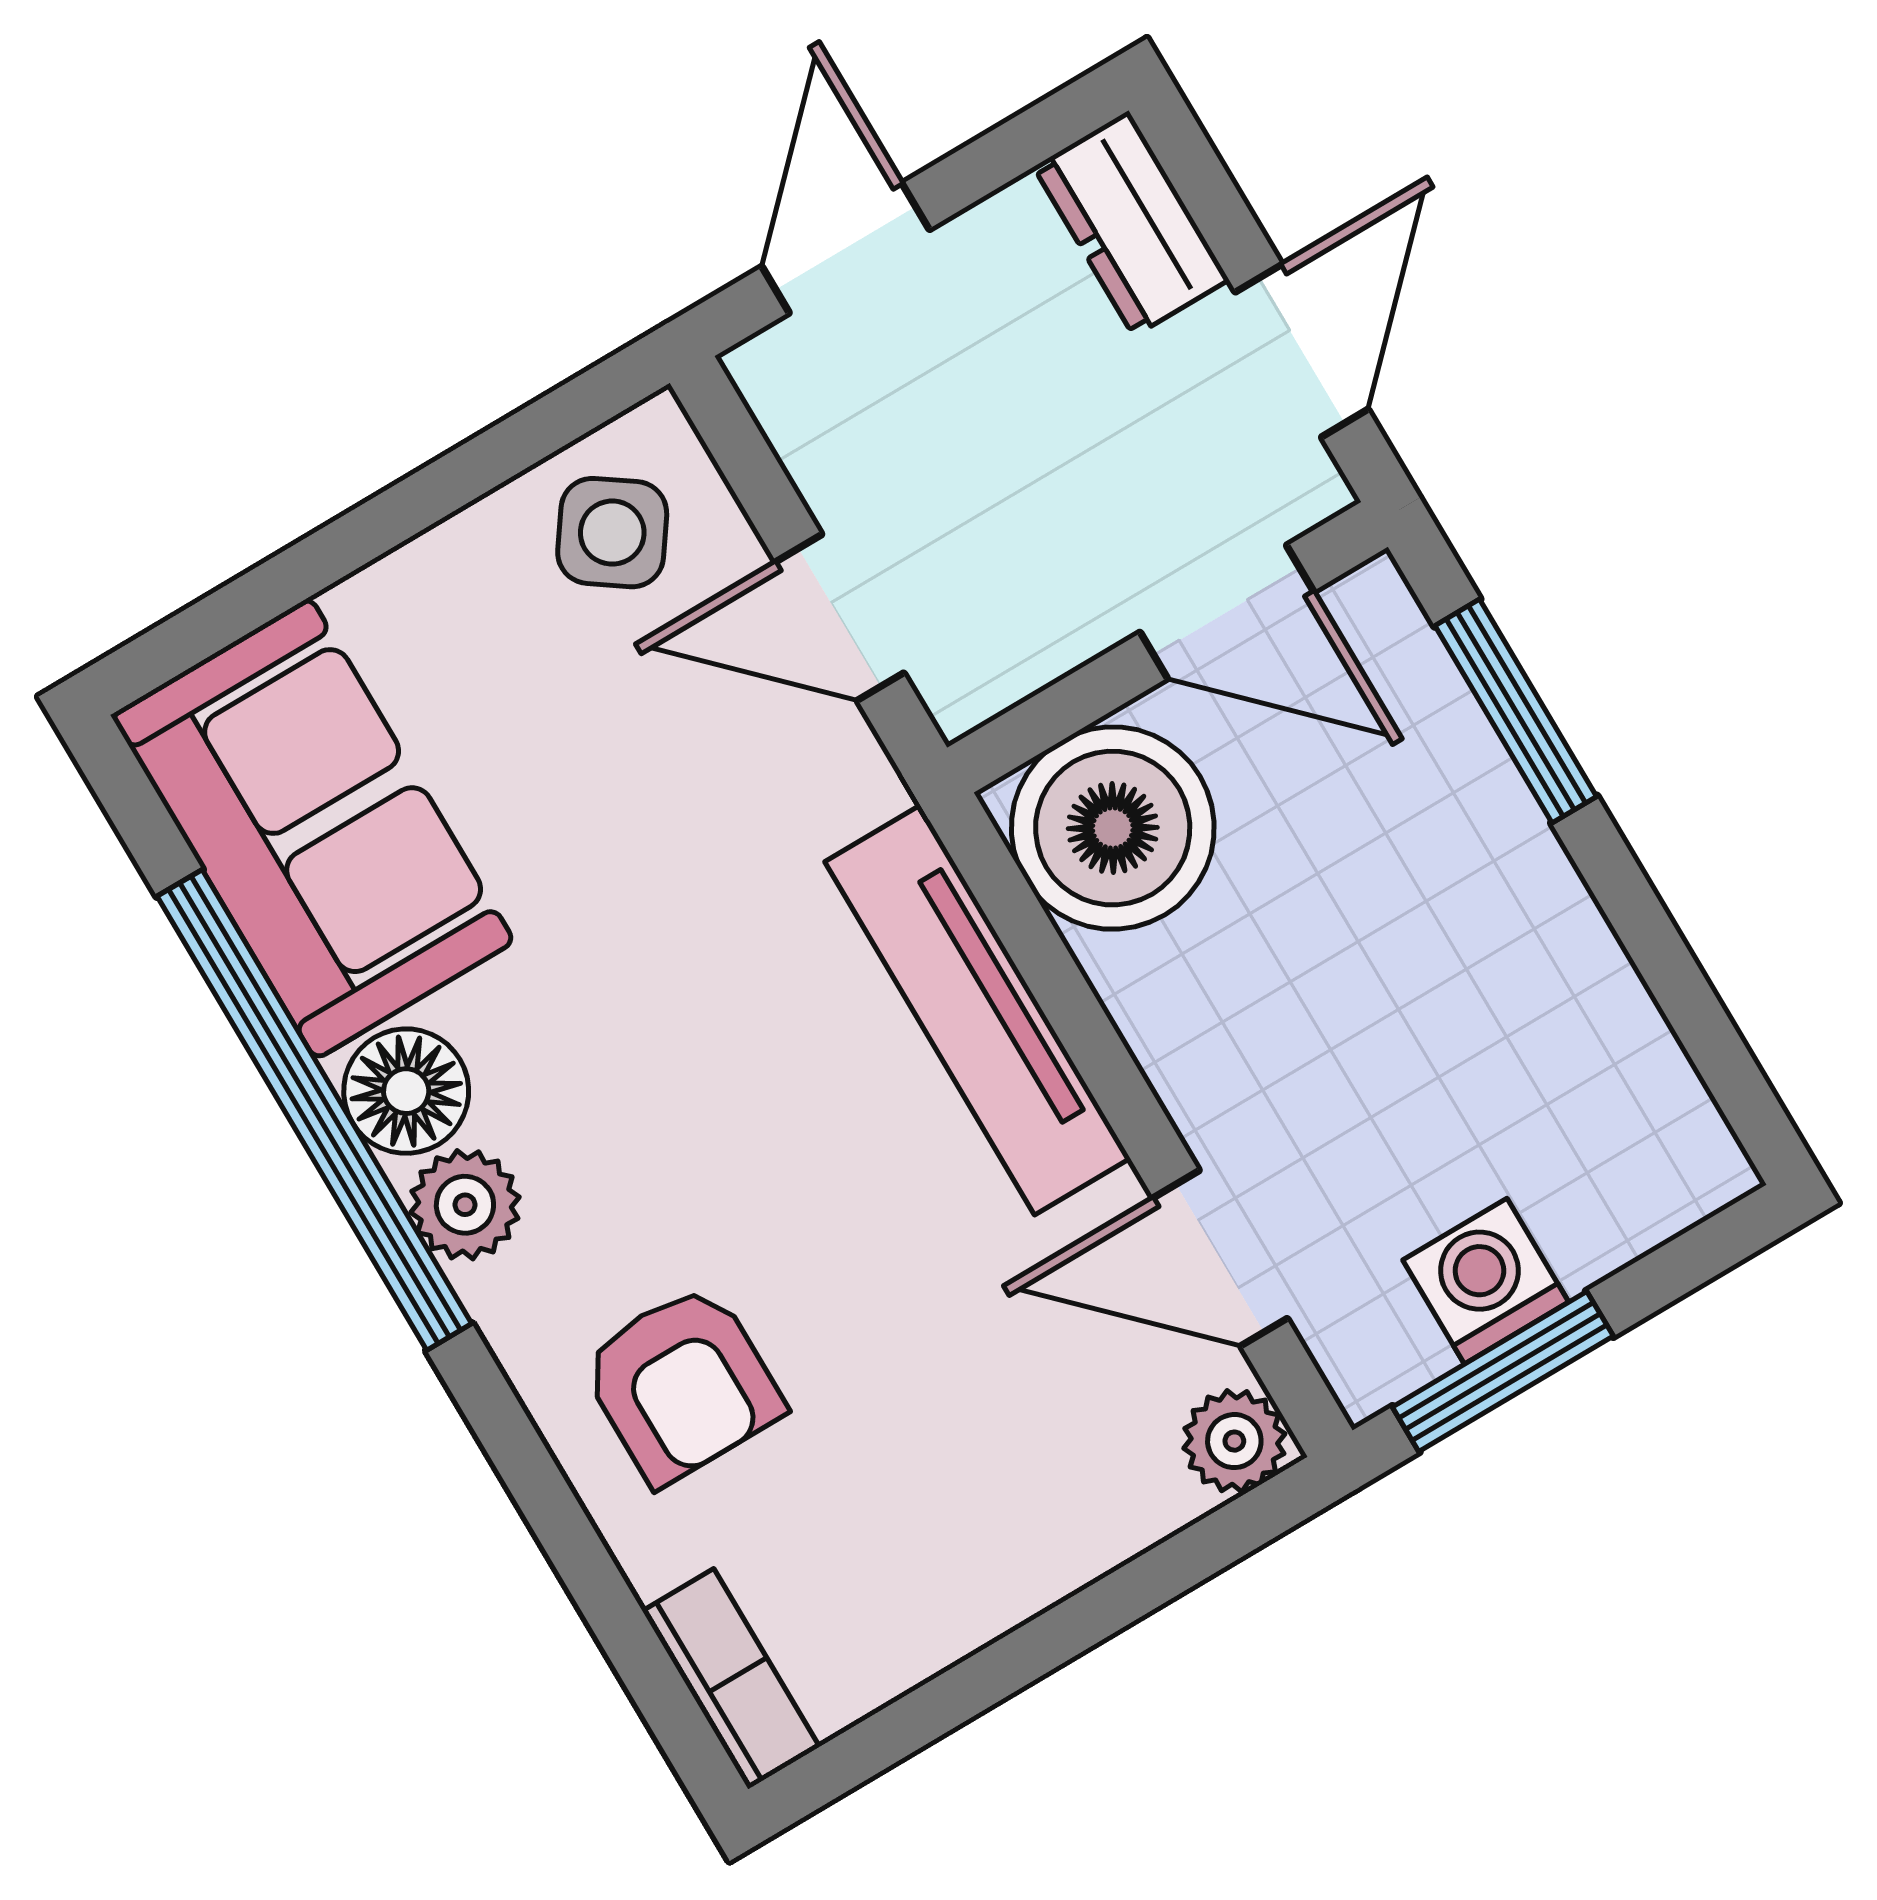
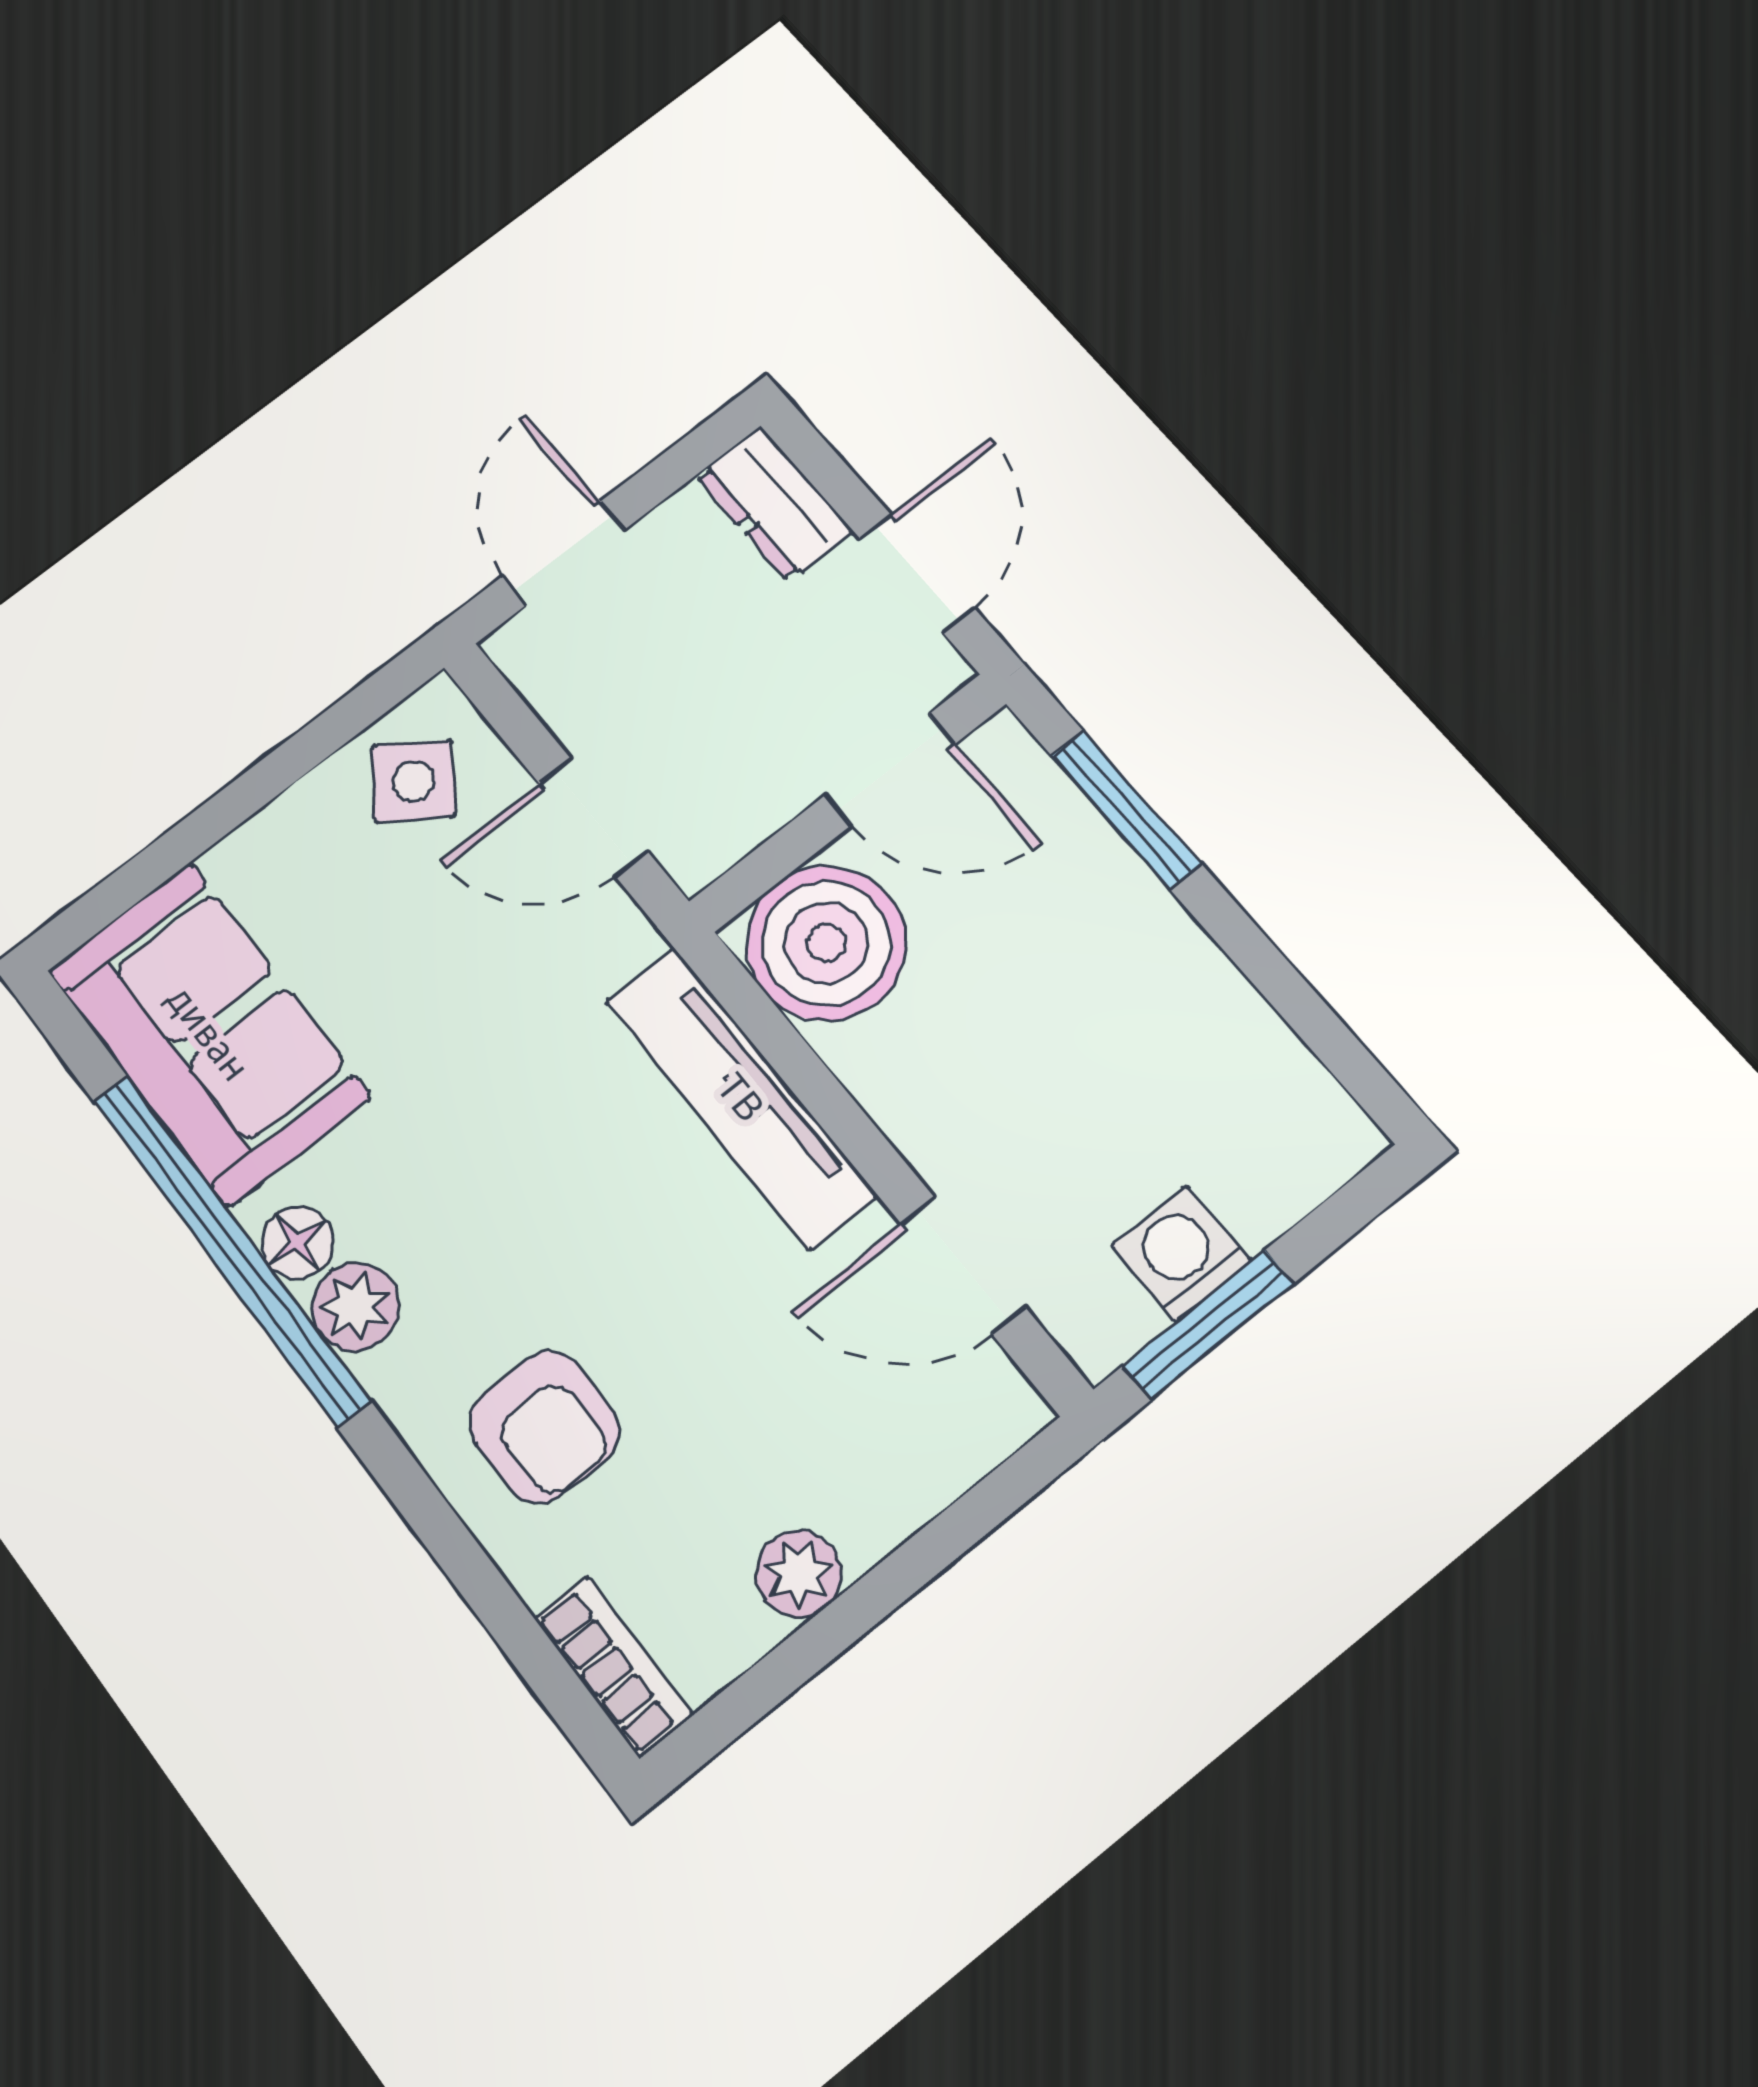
floor lamp: (406, 1091) -> (297, 1243), width x0.73, depth x0.73
plant: (1234, 1441) -> (799, 1574), moved

